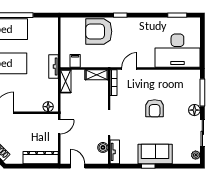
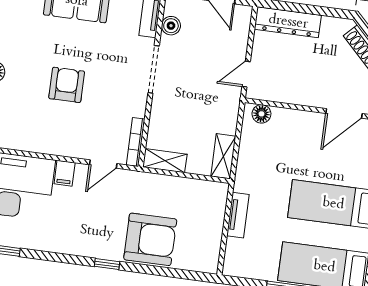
filing cabinet: (75, 61) -> (65, 173), moved
tv unit: (54, 67) -> (238, 215), moved

